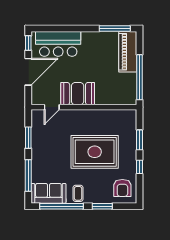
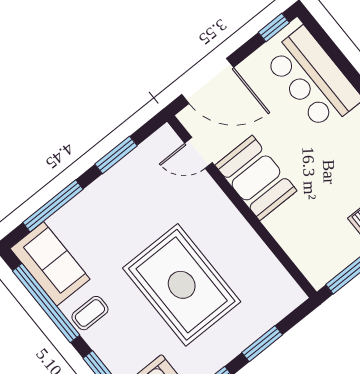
door: (28, 72) -> (208, 81), moved

